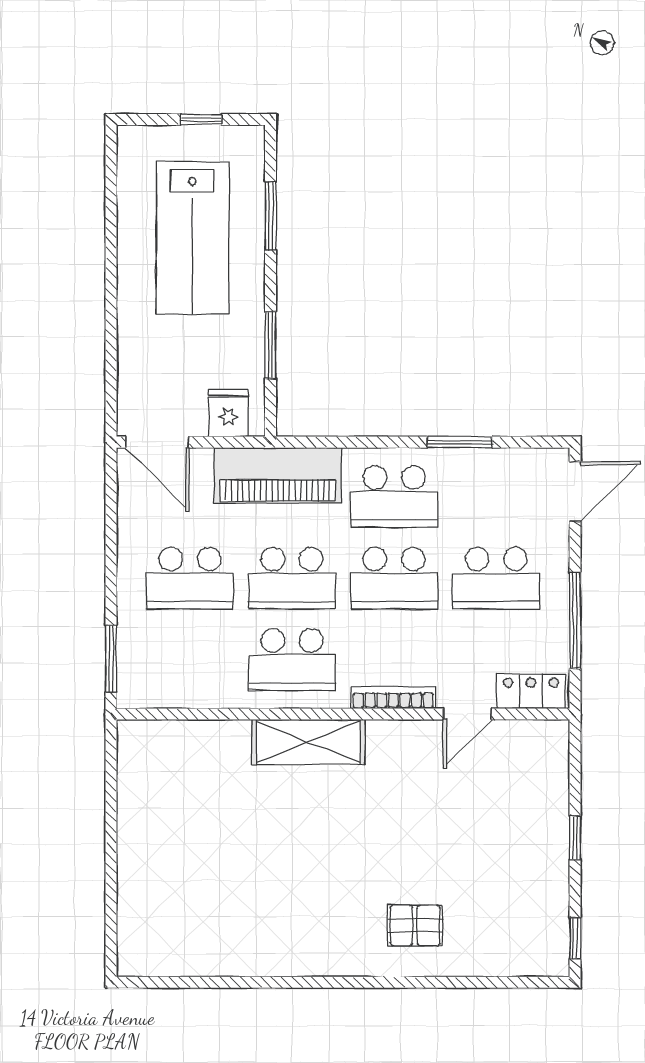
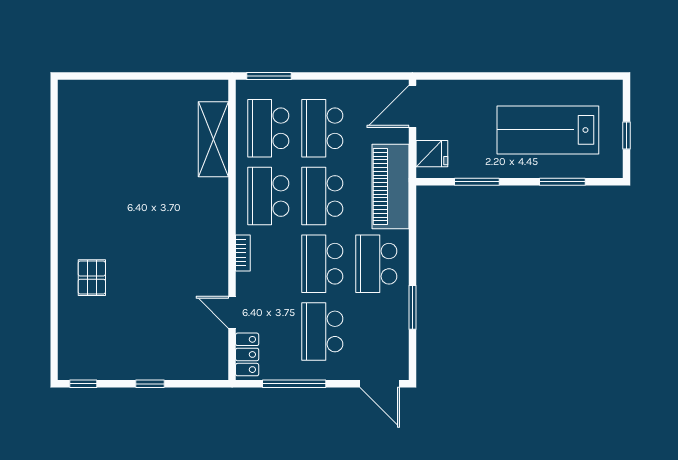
school desk: (190, 660) -> (268, 128), added
bookcase: (393, 698) -> (243, 253), width x0.64
shelving: (308, 742) -> (213, 139), moved

